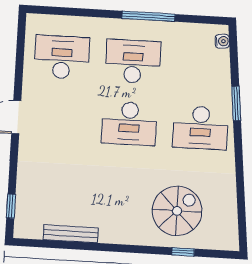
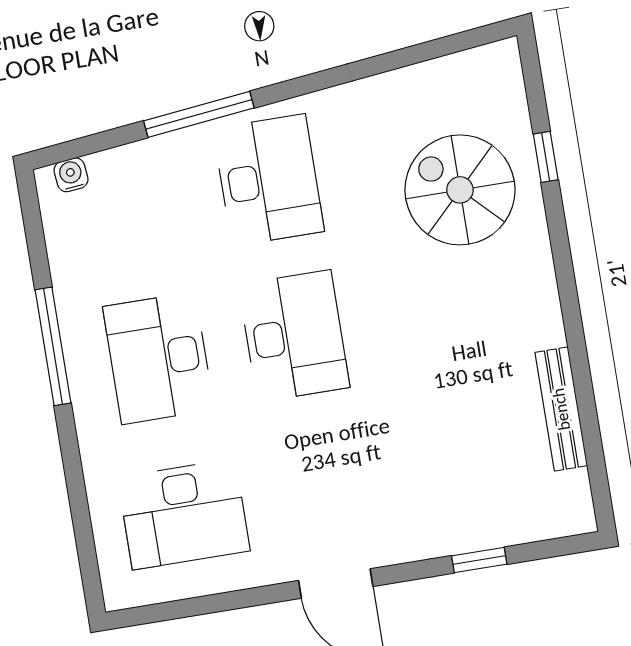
desk: (62, 57) -> (184, 514), turned -90
window: (236, 103) -> (199, 114), width x1.44
window: (11, 206) -> (479, 560), moved

